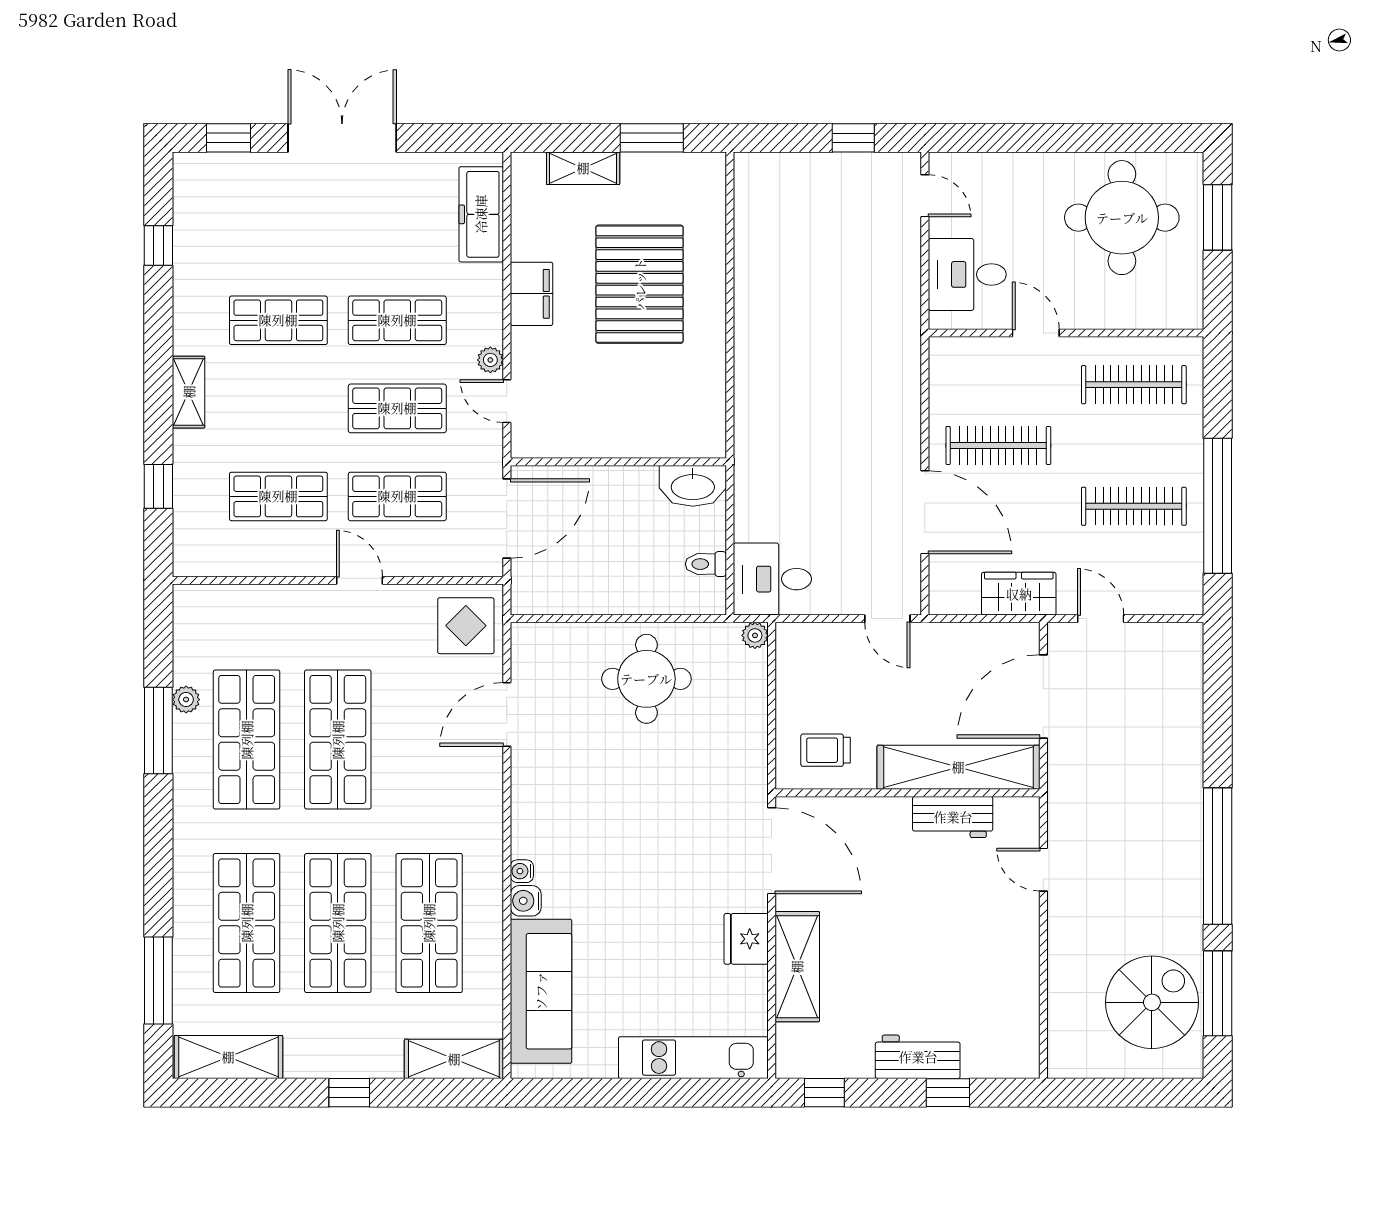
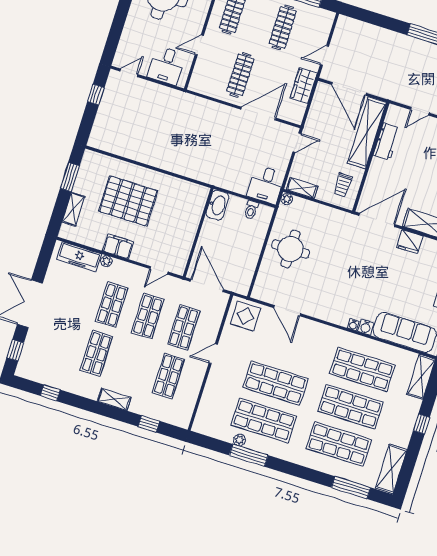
plant: (490, 360) -> (106, 261), moved
shelving: (790, 662) -> (302, 188), added

